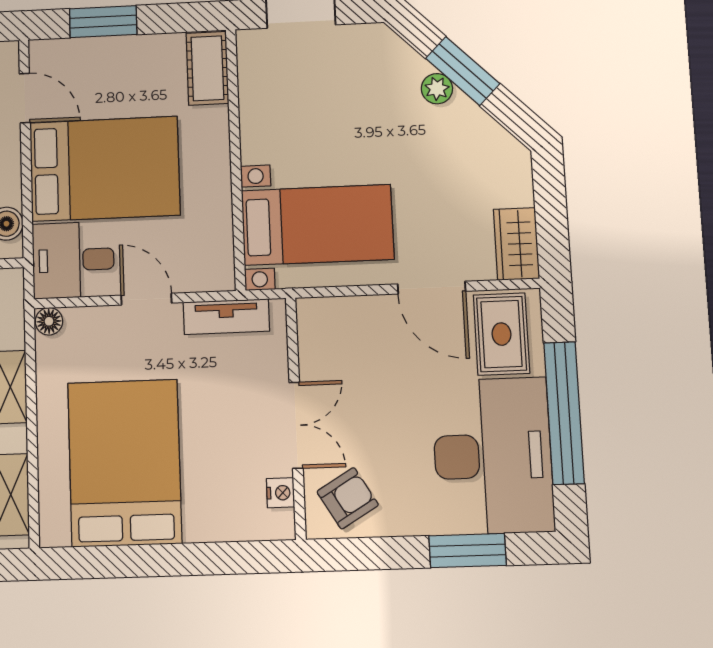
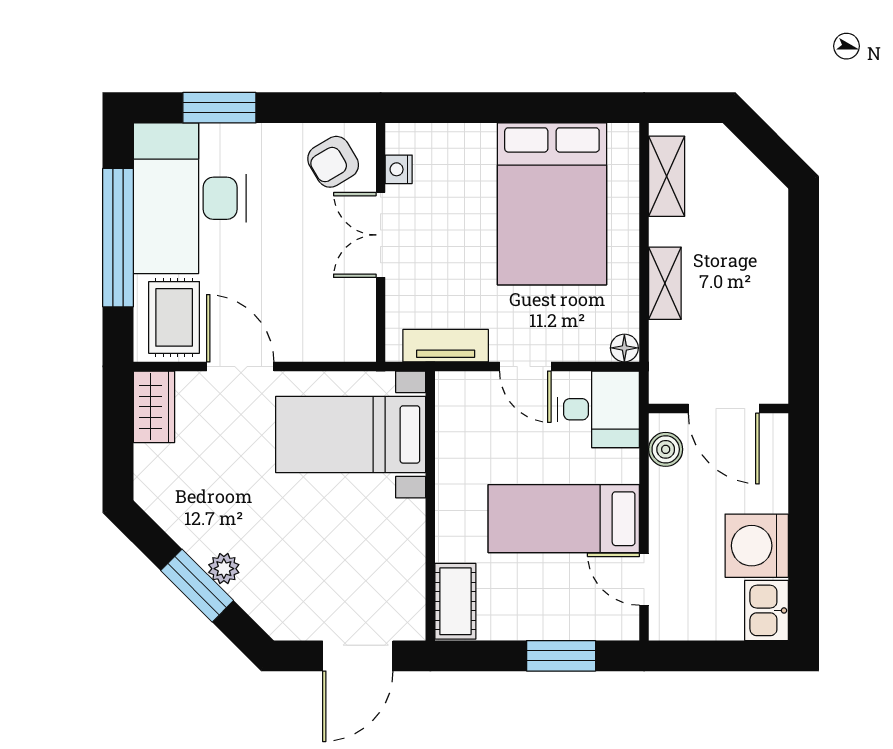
bed: (105, 169) -> (564, 519), width x0.67

